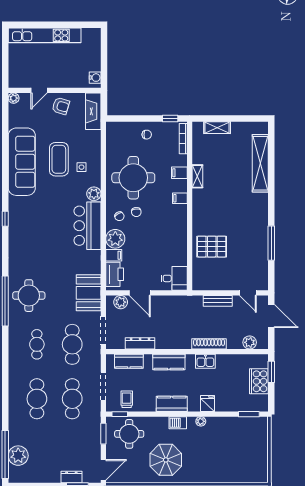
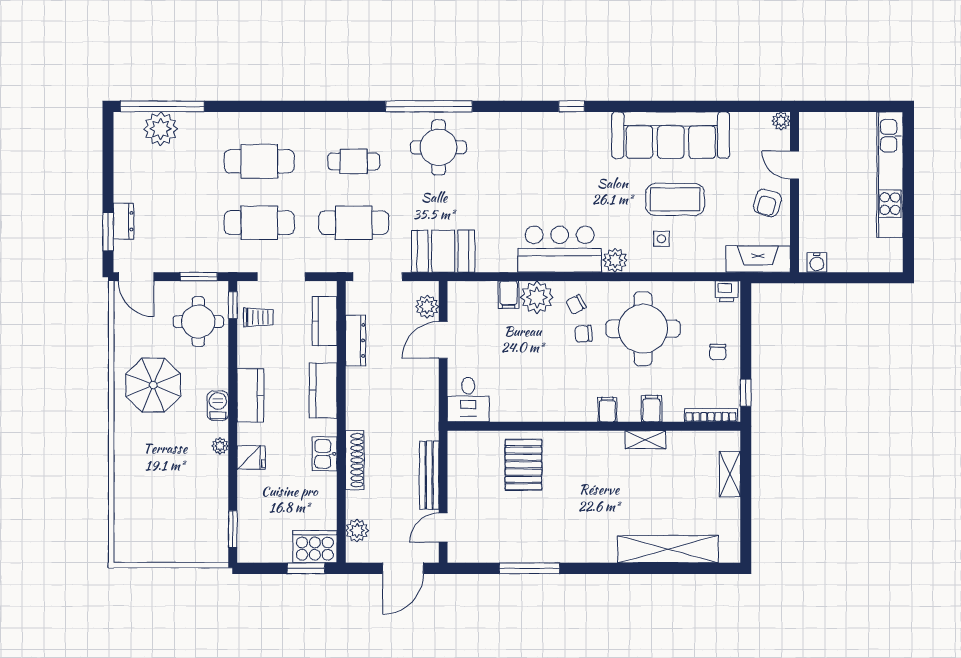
printer: (115, 274) -> (727, 291), moved, width x0.53, depth x0.68
bench: (218, 301) -> (429, 475), width x1.36
cooker: (259, 381) -> (315, 547), moved

